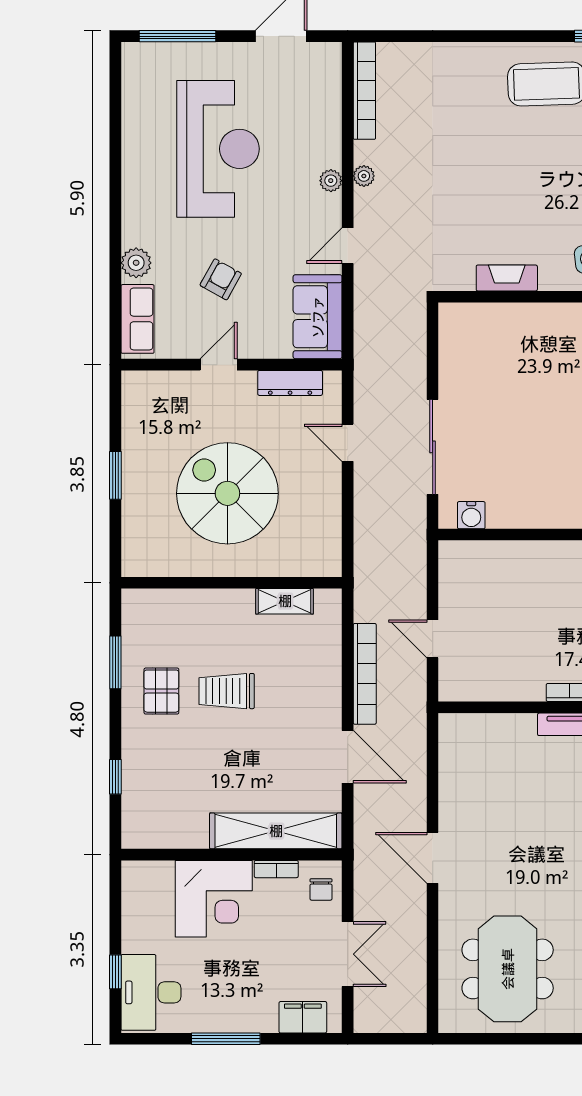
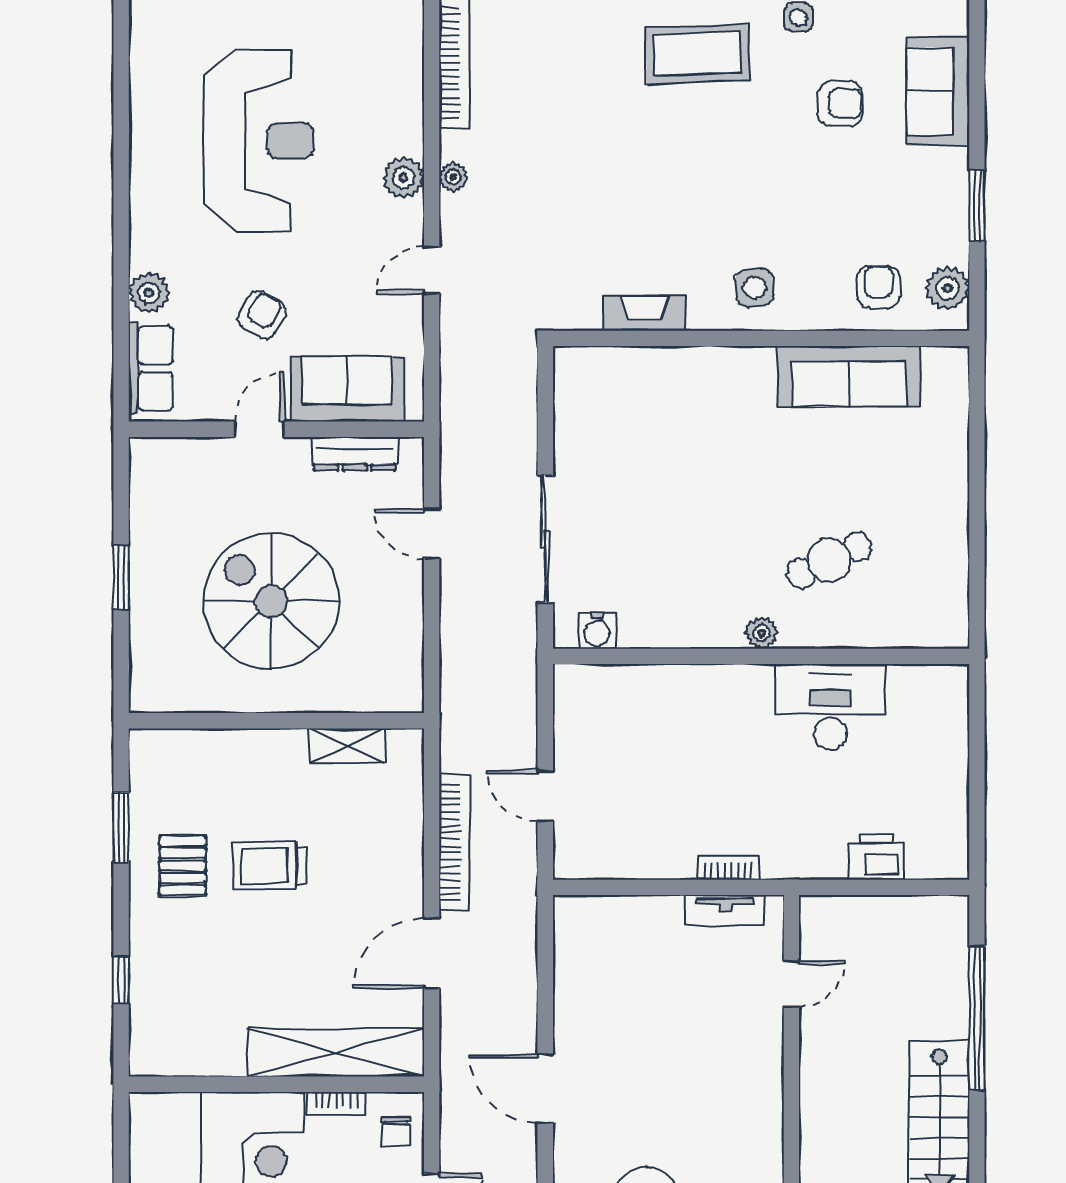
plant: (331, 181) -> (403, 178), width x1.38, depth x1.38
sofa: (318, 317) -> (347, 389), moved, turned 90
door: (348, 757) -> (432, 953), swing flipped

